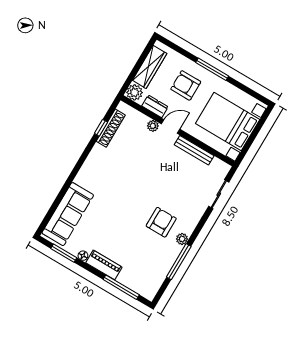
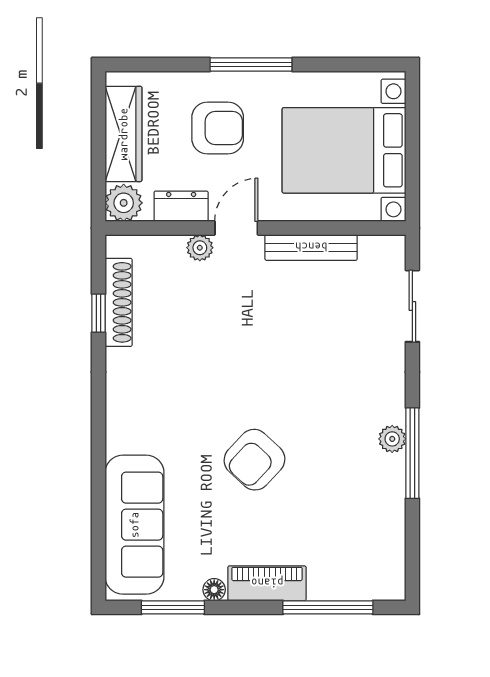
armchair: (186, 85) -> (218, 128), turned 180
armchair: (161, 222) -> (254, 460), moved, turned -137
window: (179, 262) -> (412, 453), moved

